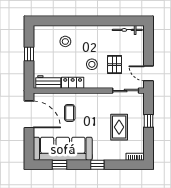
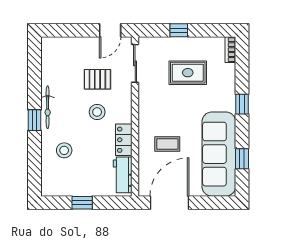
window: (86, 21) -> (34, 120), added
bicycle: (127, 30) -> (48, 107), moved

